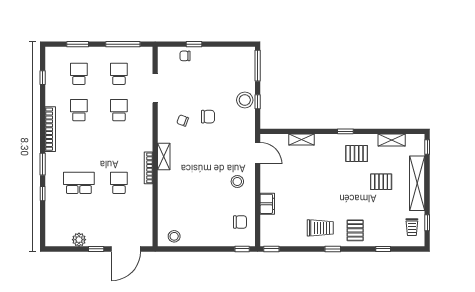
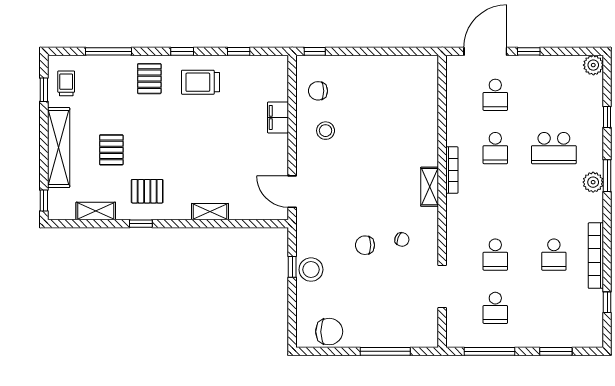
window: (194, 44) -> (385, 351), width x2.17
chair: (185, 56) -> (329, 332), moved, width x1.87, depth x1.87
window: (258, 66) -> (292, 320), removed
school desk: (79, 74) -> (495, 95), moved
bookcase: (50, 129) -> (596, 256), moved
window: (345, 131) -> (141, 224), moved
shelving: (301, 140) -> (210, 212), moved
plant: (52, 160) -> (593, 182), added
stool: (237, 181) -> (326, 131), moved
pallet: (381, 182) -> (111, 150), turned 90
window: (43, 194) -> (607, 117), moved
stool: (174, 236) -> (414, 70), removed
plant: (79, 240) -> (593, 65), moved
window: (271, 249) -> (239, 51), moved
window: (383, 249) -> (108, 51), width x2.17

